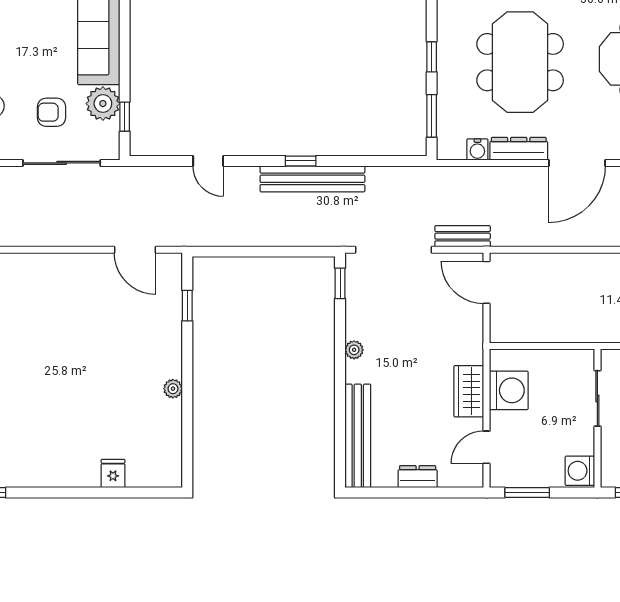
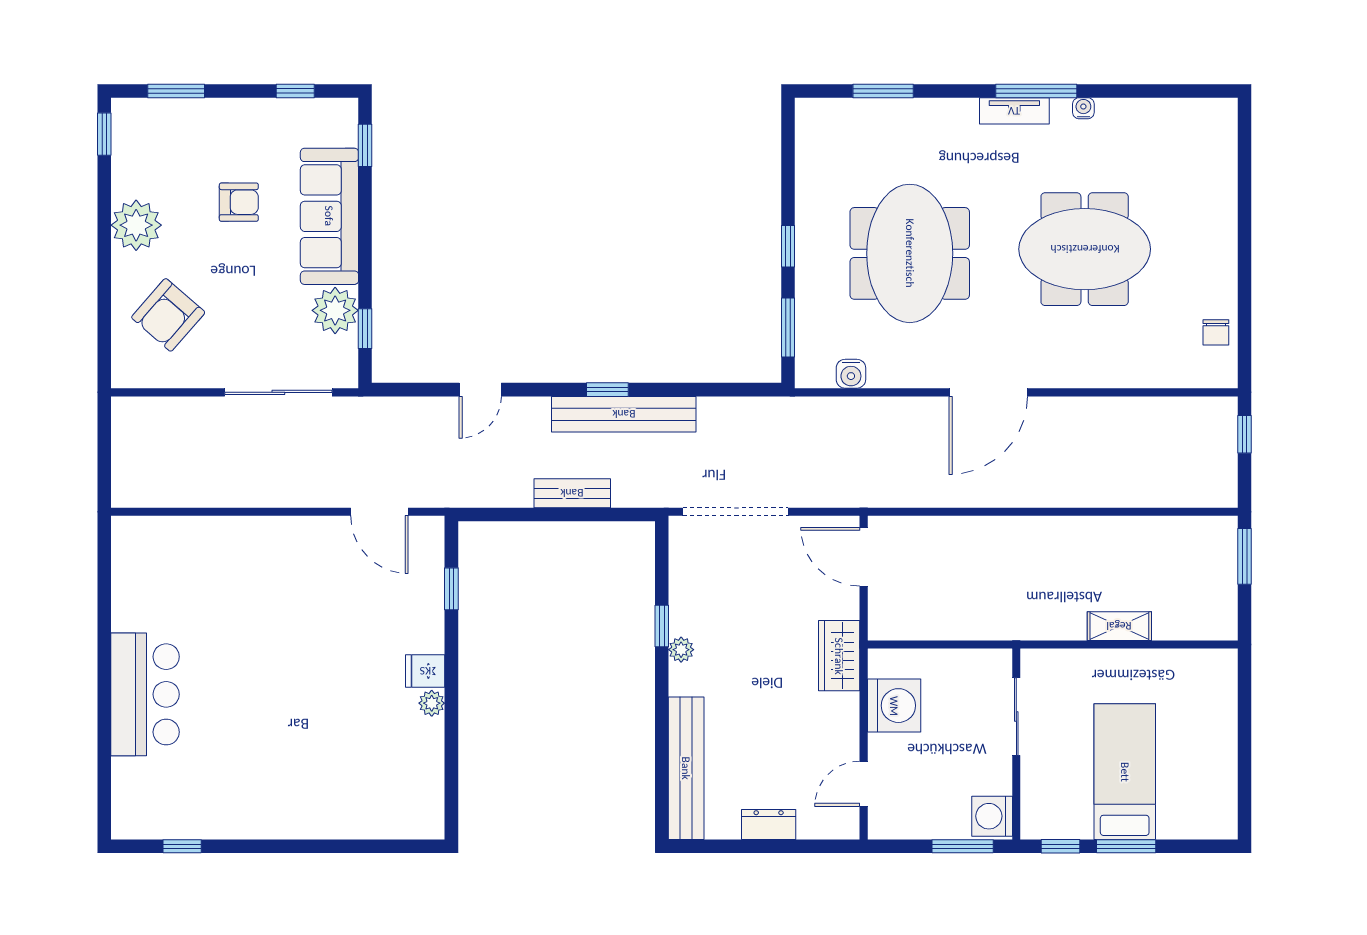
armchair: (51, 112) -> (239, 202), moved, turned 180
dresser: (519, 149) -> (908, 373), removed
door: (208, 161) -> (480, 390), hinge flipped
bench: (463, 236) -> (572, 493), moved
window: (340, 283) -> (662, 626), moved
wardrobe: (469, 391) -> (839, 656), moved
fridge: (113, 474) -> (425, 671), moved, turned -90
window: (527, 493) -> (963, 846), moved

